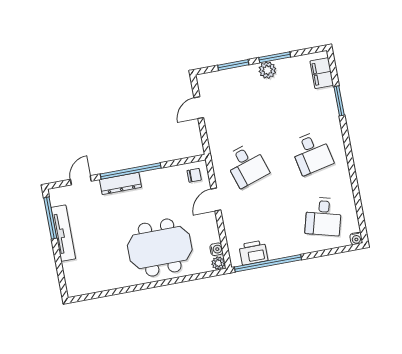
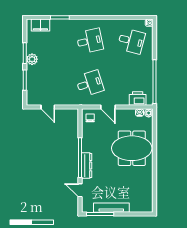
meeting table: (160, 248) -> (132, 148), turned 90
printer: (253, 253) -> (138, 99), moved, turned 90

